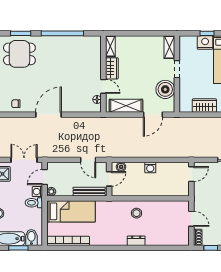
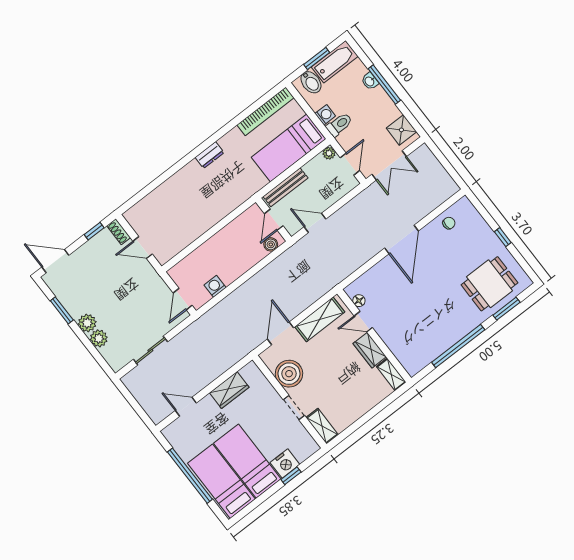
washing machine: (150, 168) -> (215, 286), moved
washing machine: (37, 192) -> (325, 115), moved
stool: (136, 213) -> (211, 205), removed
dresser: (136, 241) -> (210, 155), moved

